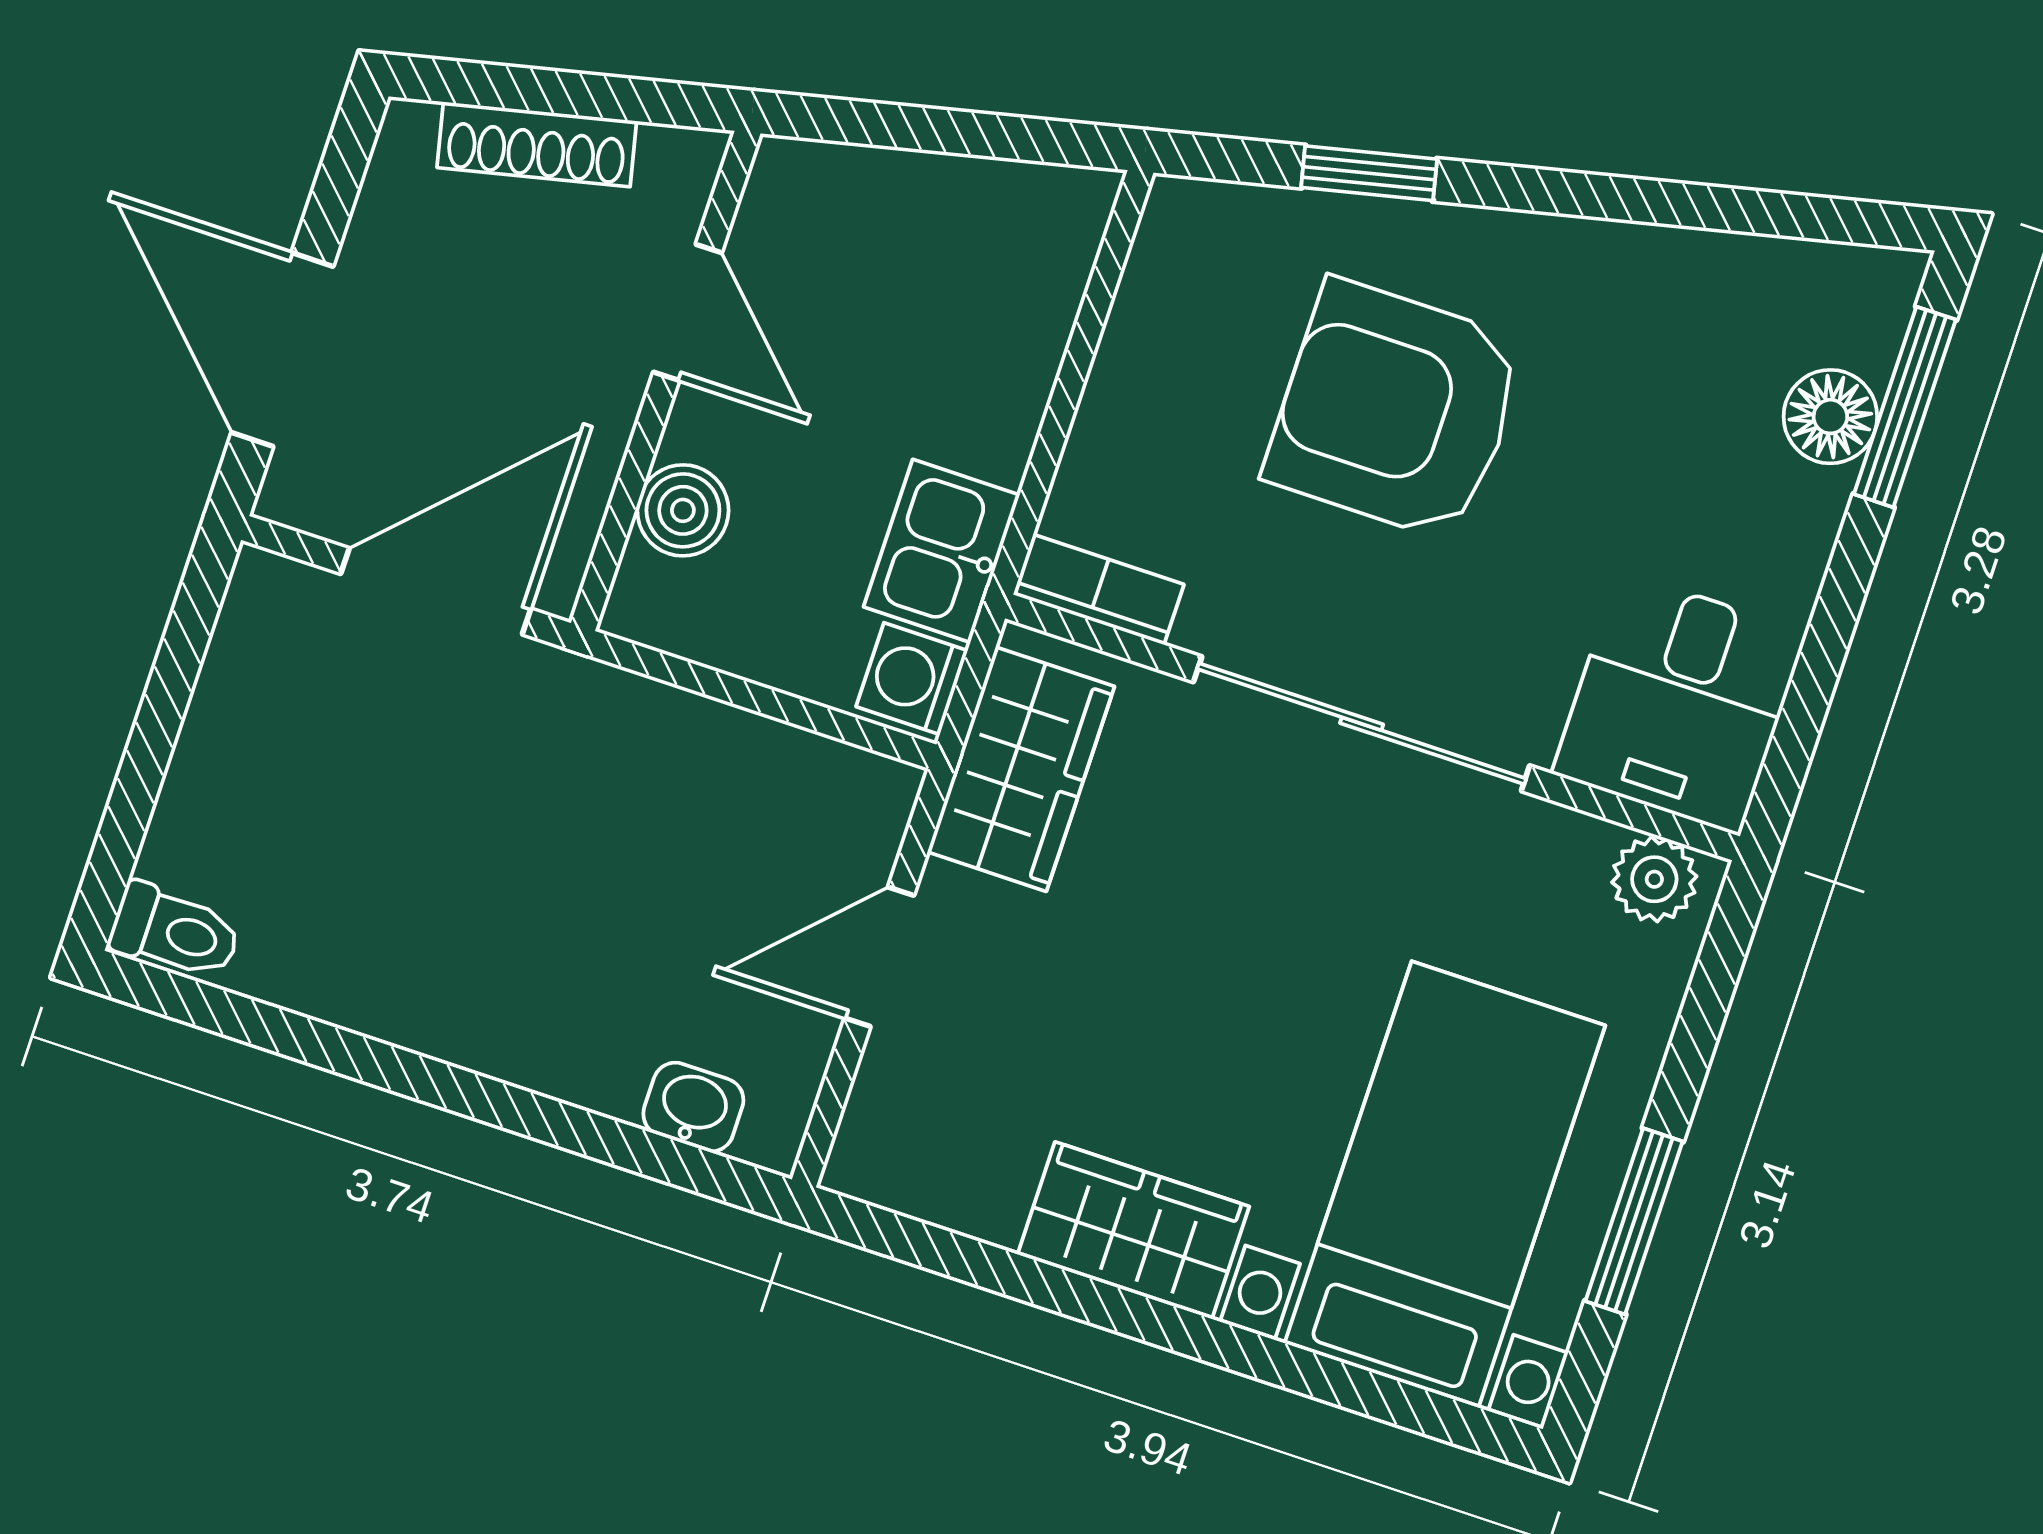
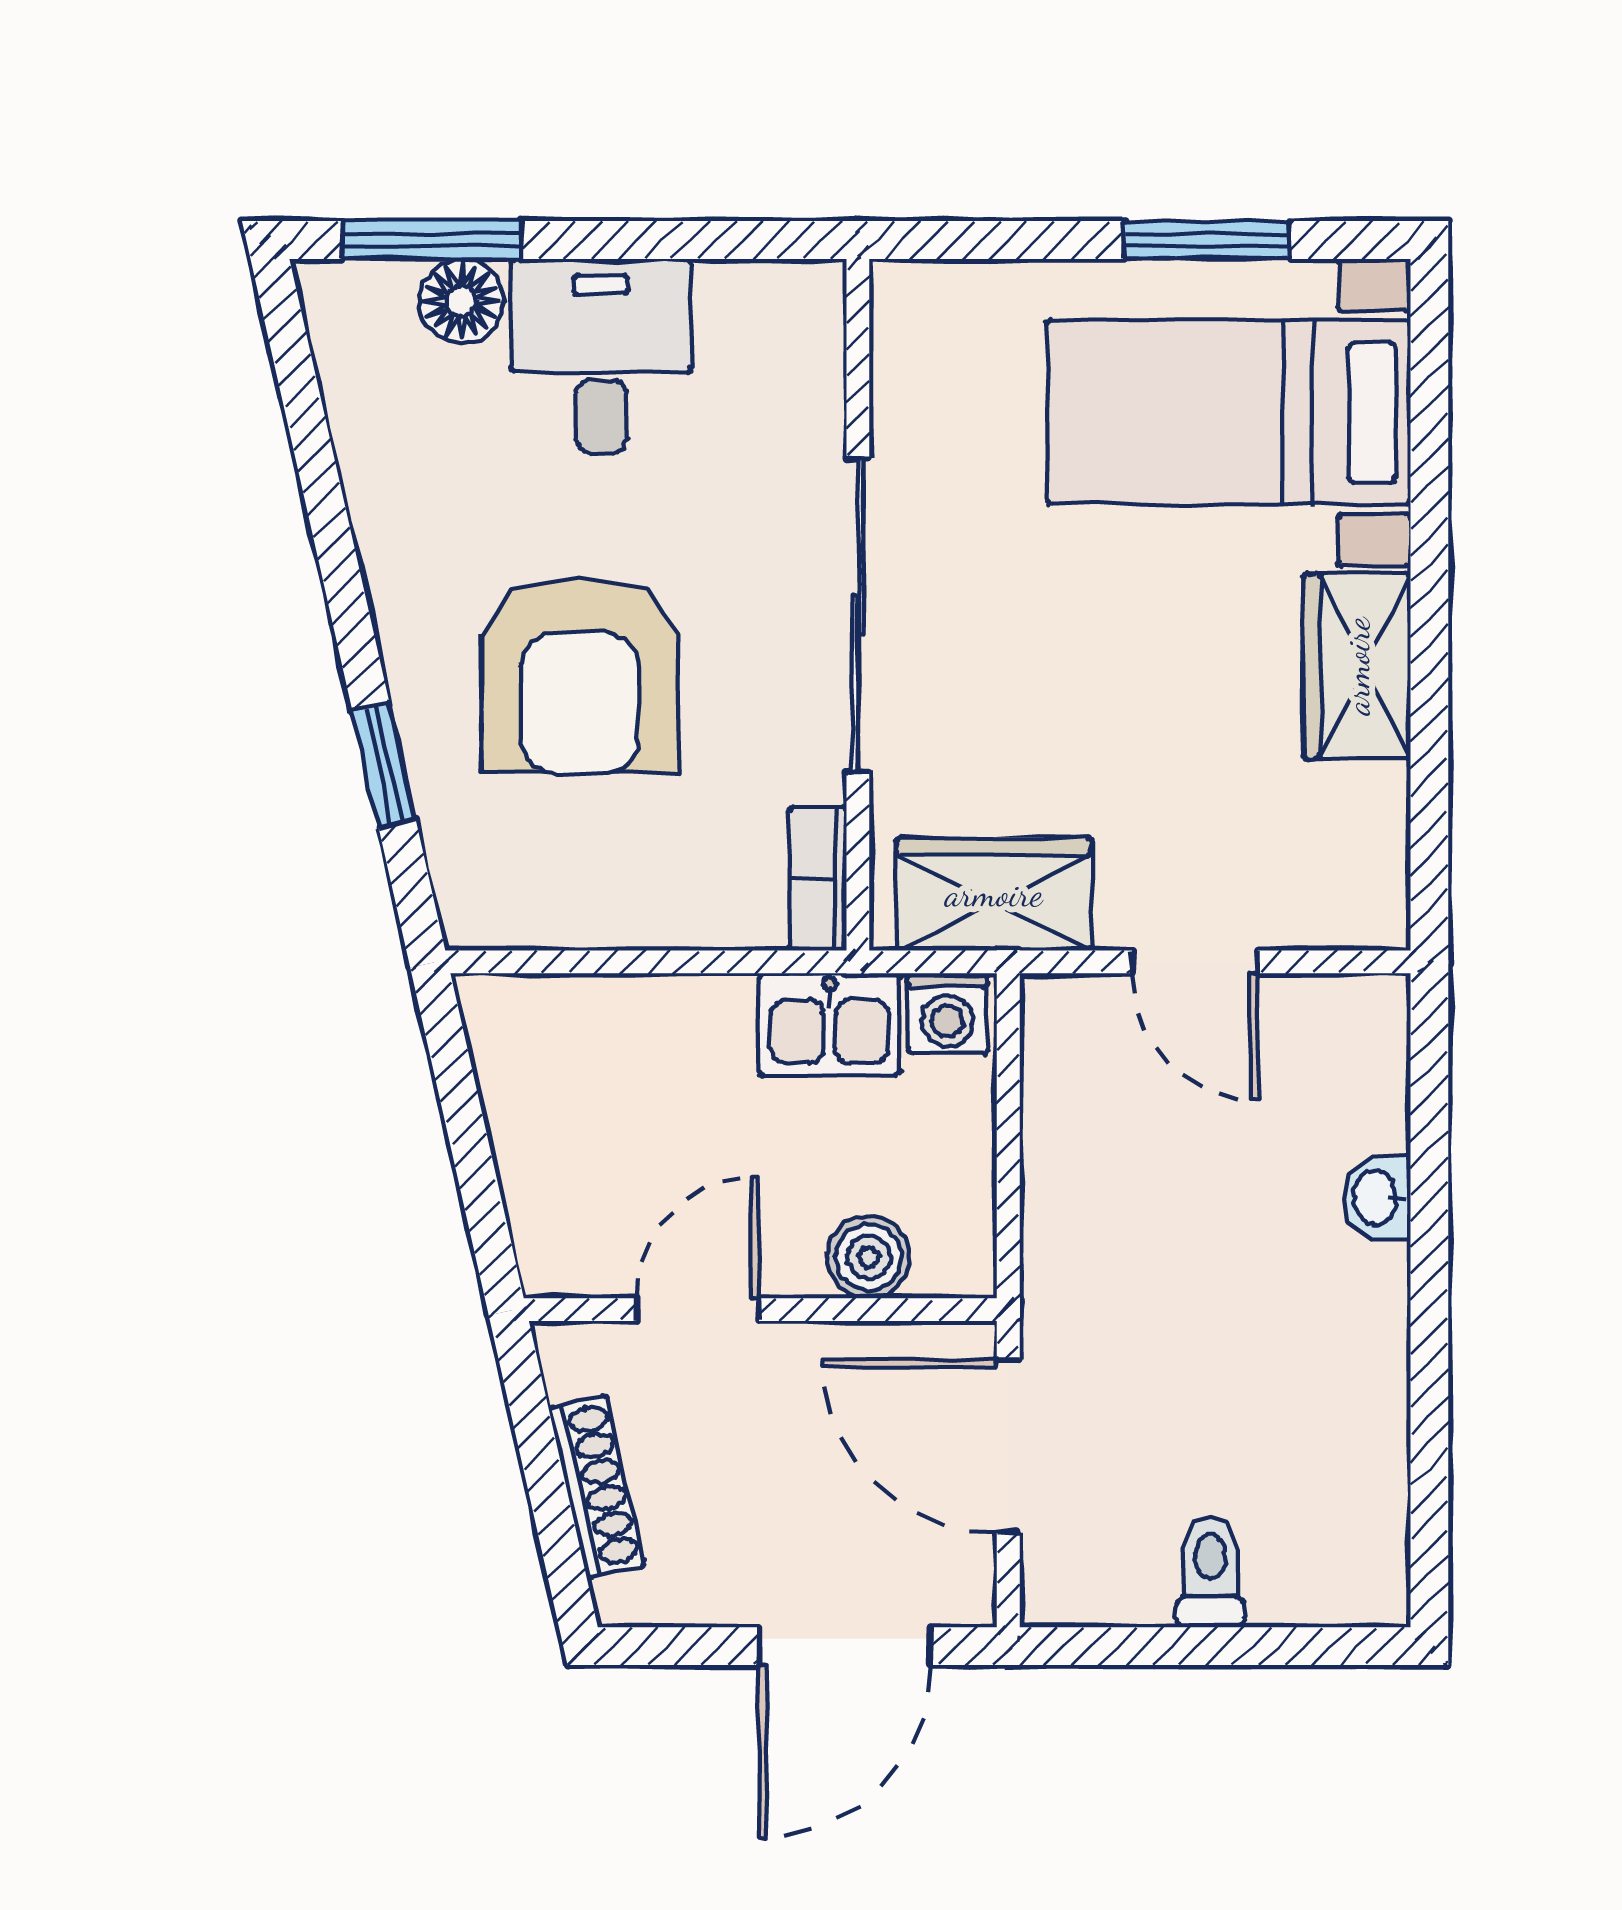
desk: (1679, 703) -> (601, 356), moved, turned -90
plant: (1654, 879) -> (908, 320), removed
toilet: (175, 932) -> (1210, 1572), moved
washbasin: (693, 1107) -> (1377, 1198), moved

